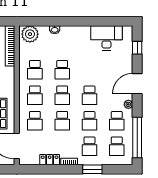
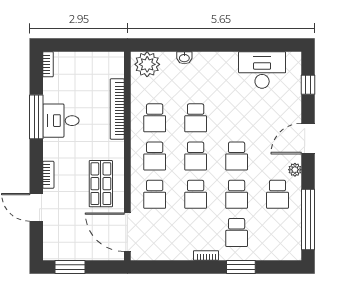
bookcase: (10, 46) -> (117, 109), moved
school desk: (117, 146) -> (277, 232), removed
locker: (50, 160) -> (177, 253), removed

